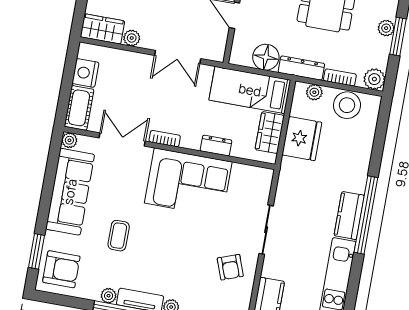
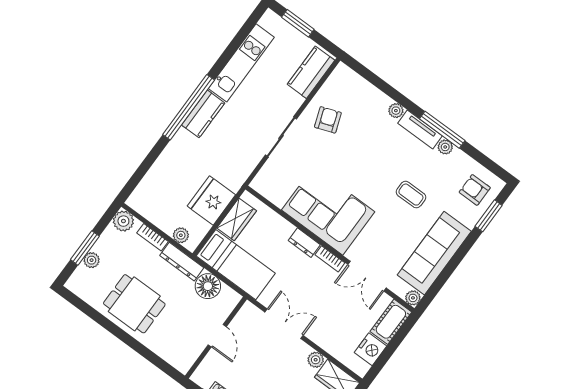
stool: (347, 105) -> (158, 210), removed
dresser: (216, 146) -> (304, 243), moved
coffee table: (119, 236) -> (411, 195), turned 90
armchair: (61, 269) -> (475, 190), width x0.72, depth x0.72

